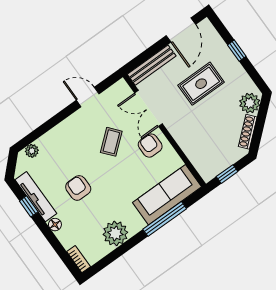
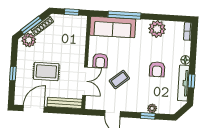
window: (260, 122) -> (31, 25), added
window: (46, 127) -> (148, 116), added
plant: (32, 151) -> (152, 108), moved

